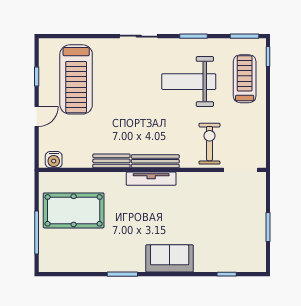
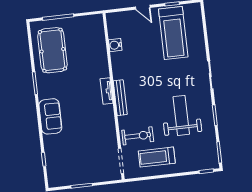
treadmill: (76, 79) -> (173, 33), turned -90
treadmill: (245, 79) -> (157, 157), moved, turned 180
water cooler: (54, 160) -> (115, 45), moved
bench: (111, 161) -> (117, 66), removed
tv unit: (151, 179) -> (106, 91), width x0.71
pool table: (74, 210) -> (52, 50), moved

